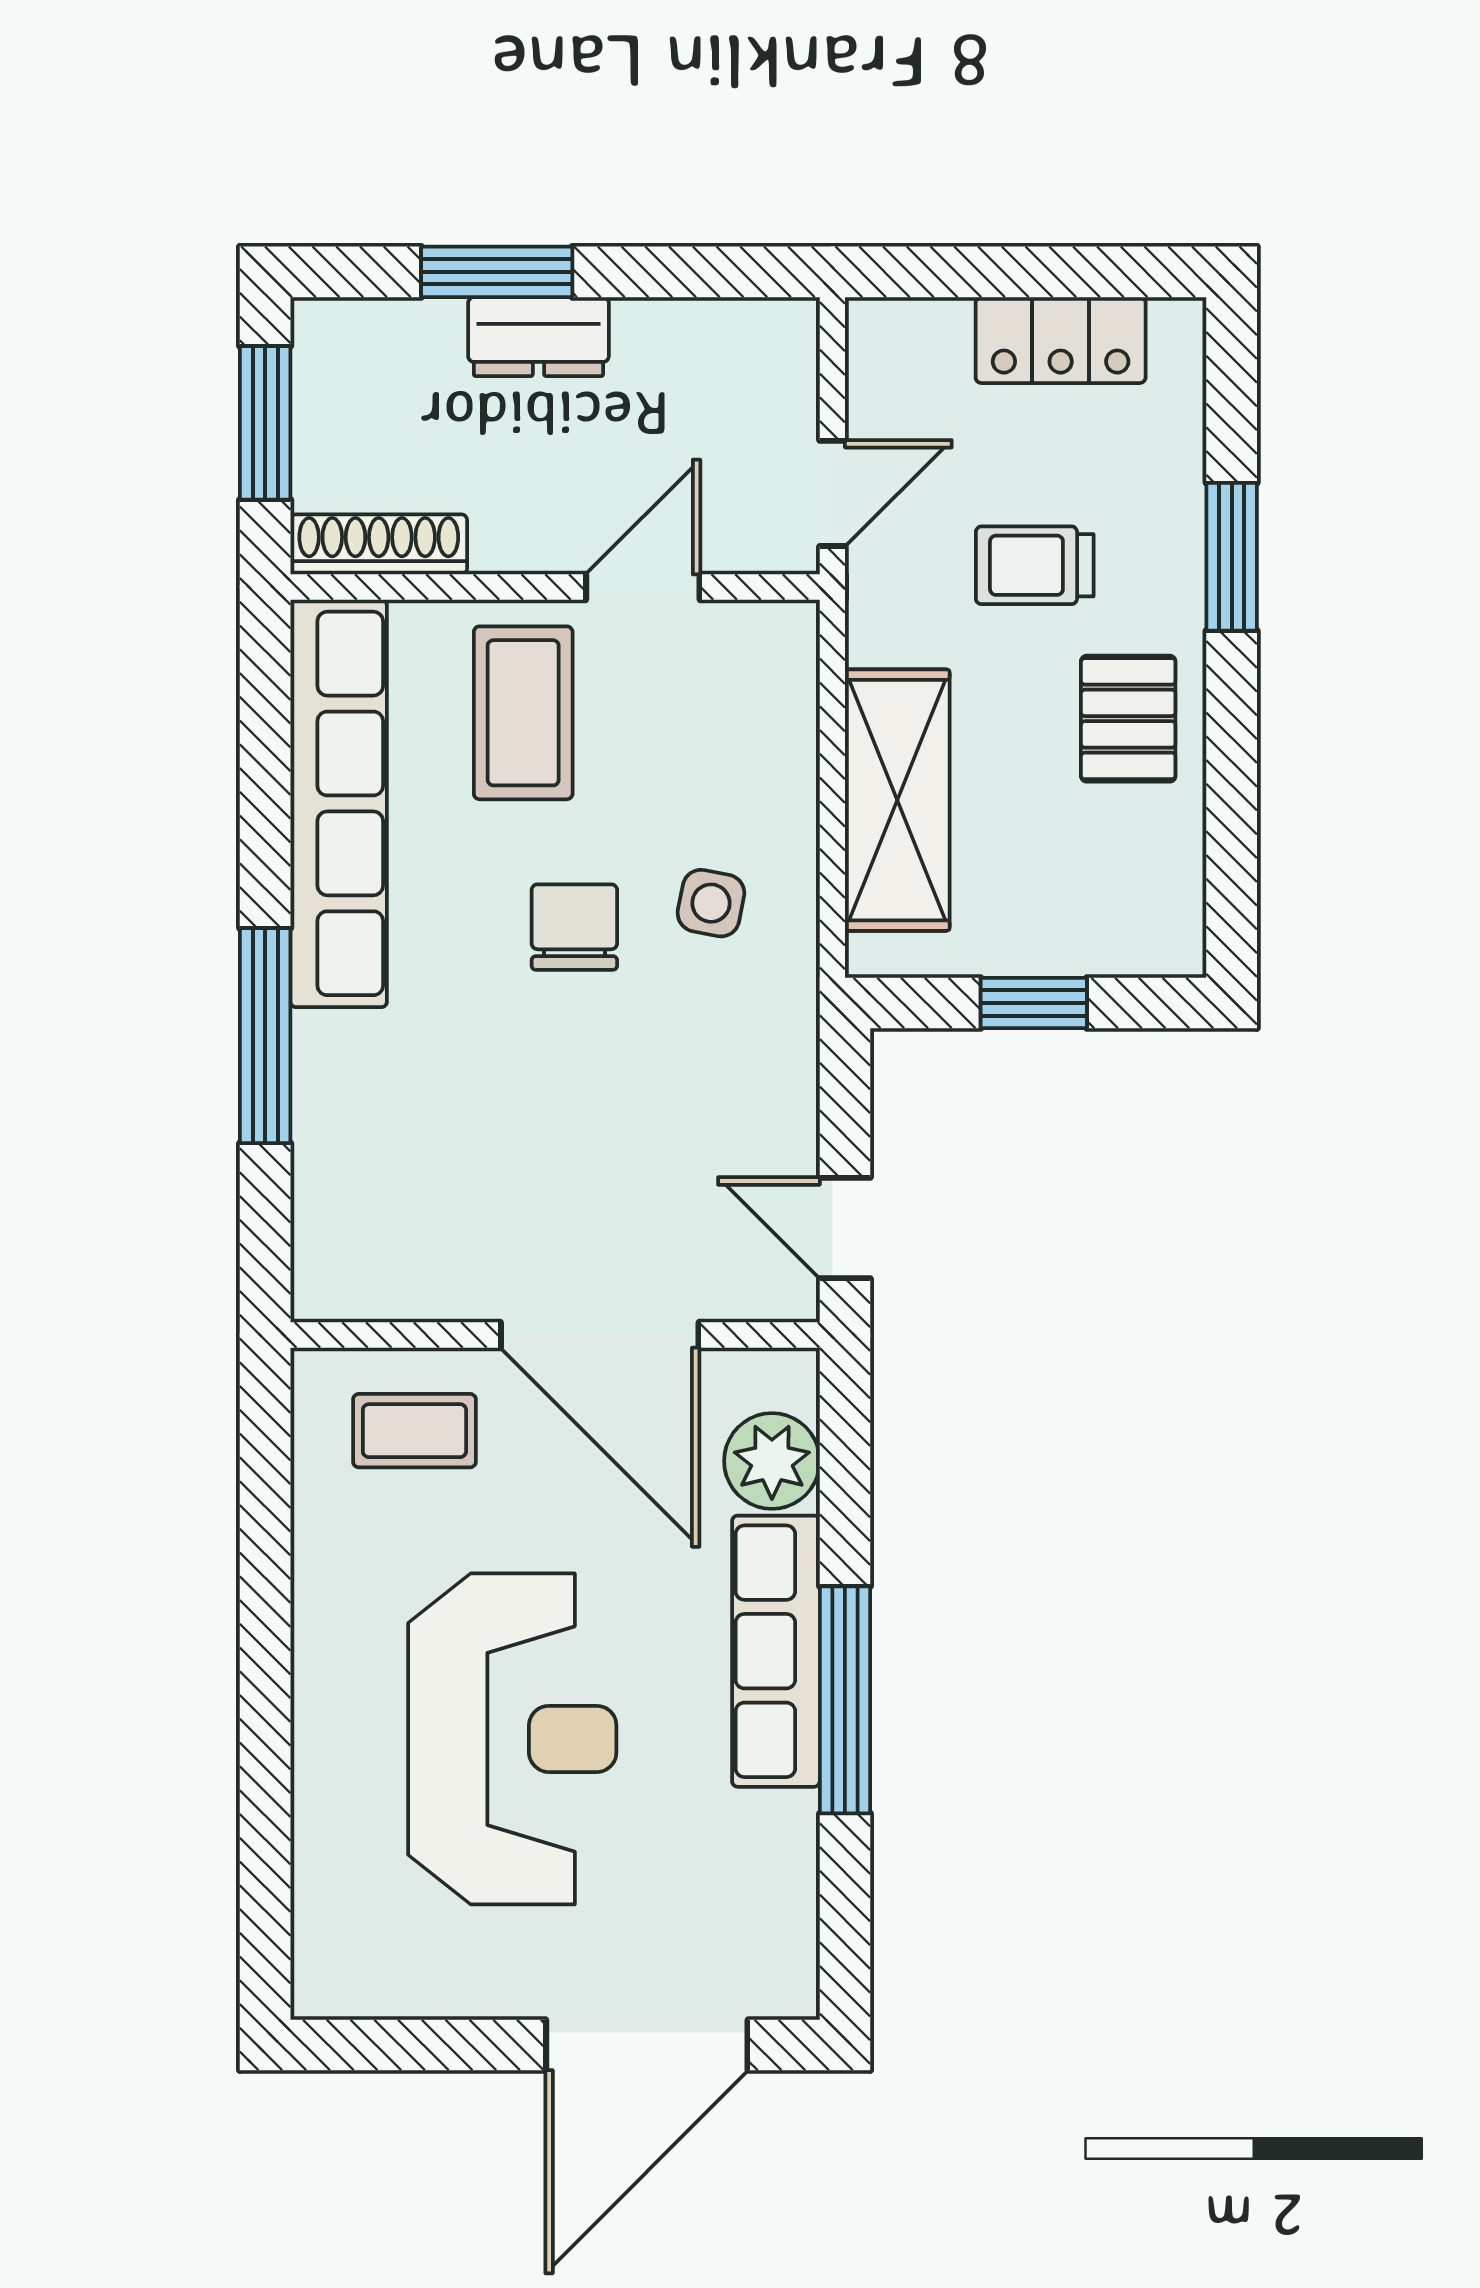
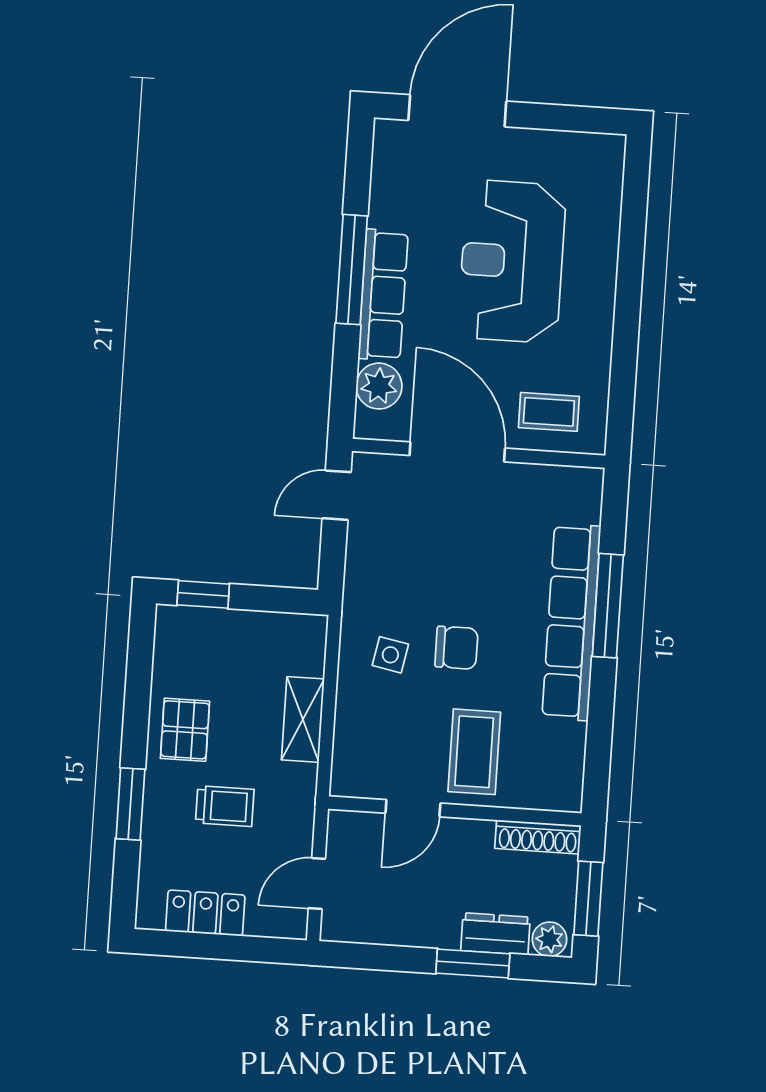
plant: (340, 333) -> (549, 939), added
dresser: (538, 337) -> (496, 934), moved
door: (832, 493) -> (317, 883), moved
shelving: (897, 800) -> (303, 719), width x0.67, depth x0.75
row of seats: (339, 803) -> (571, 622), moved
chair: (574, 927) -> (456, 648), turned -90
window: (1034, 1003) -> (203, 594), moved
door: (845, 1228) -> (337, 495), swing flipped

